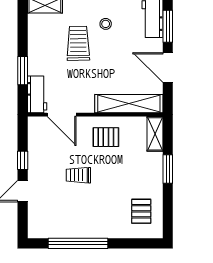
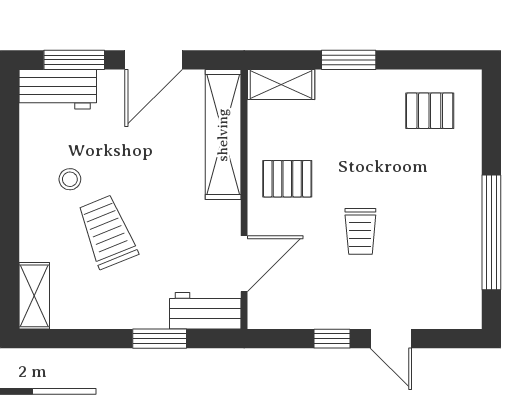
trolley: (78, 43) -> (107, 232), turned 69
pallet: (106, 137) -> (287, 179), turned 90

